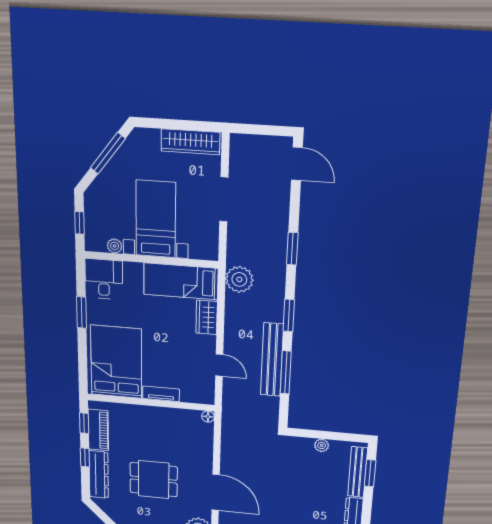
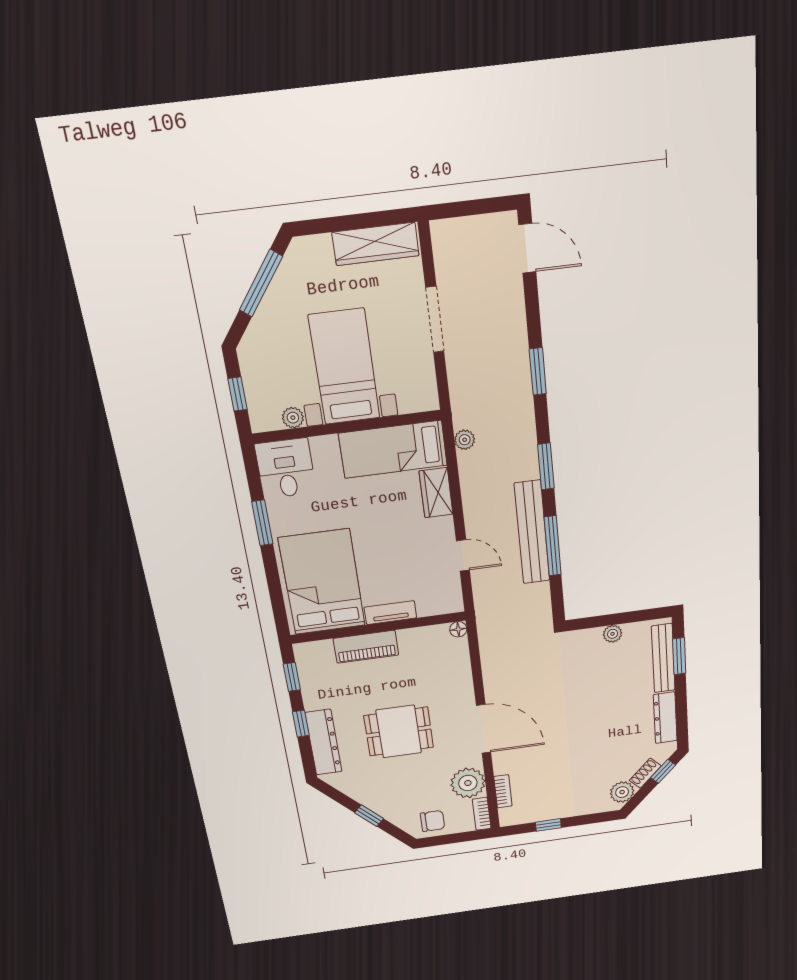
plant: (239, 279) -> (465, 440), width x0.53, depth x0.53
piano: (98, 430) -> (366, 647), moved, turned 90

